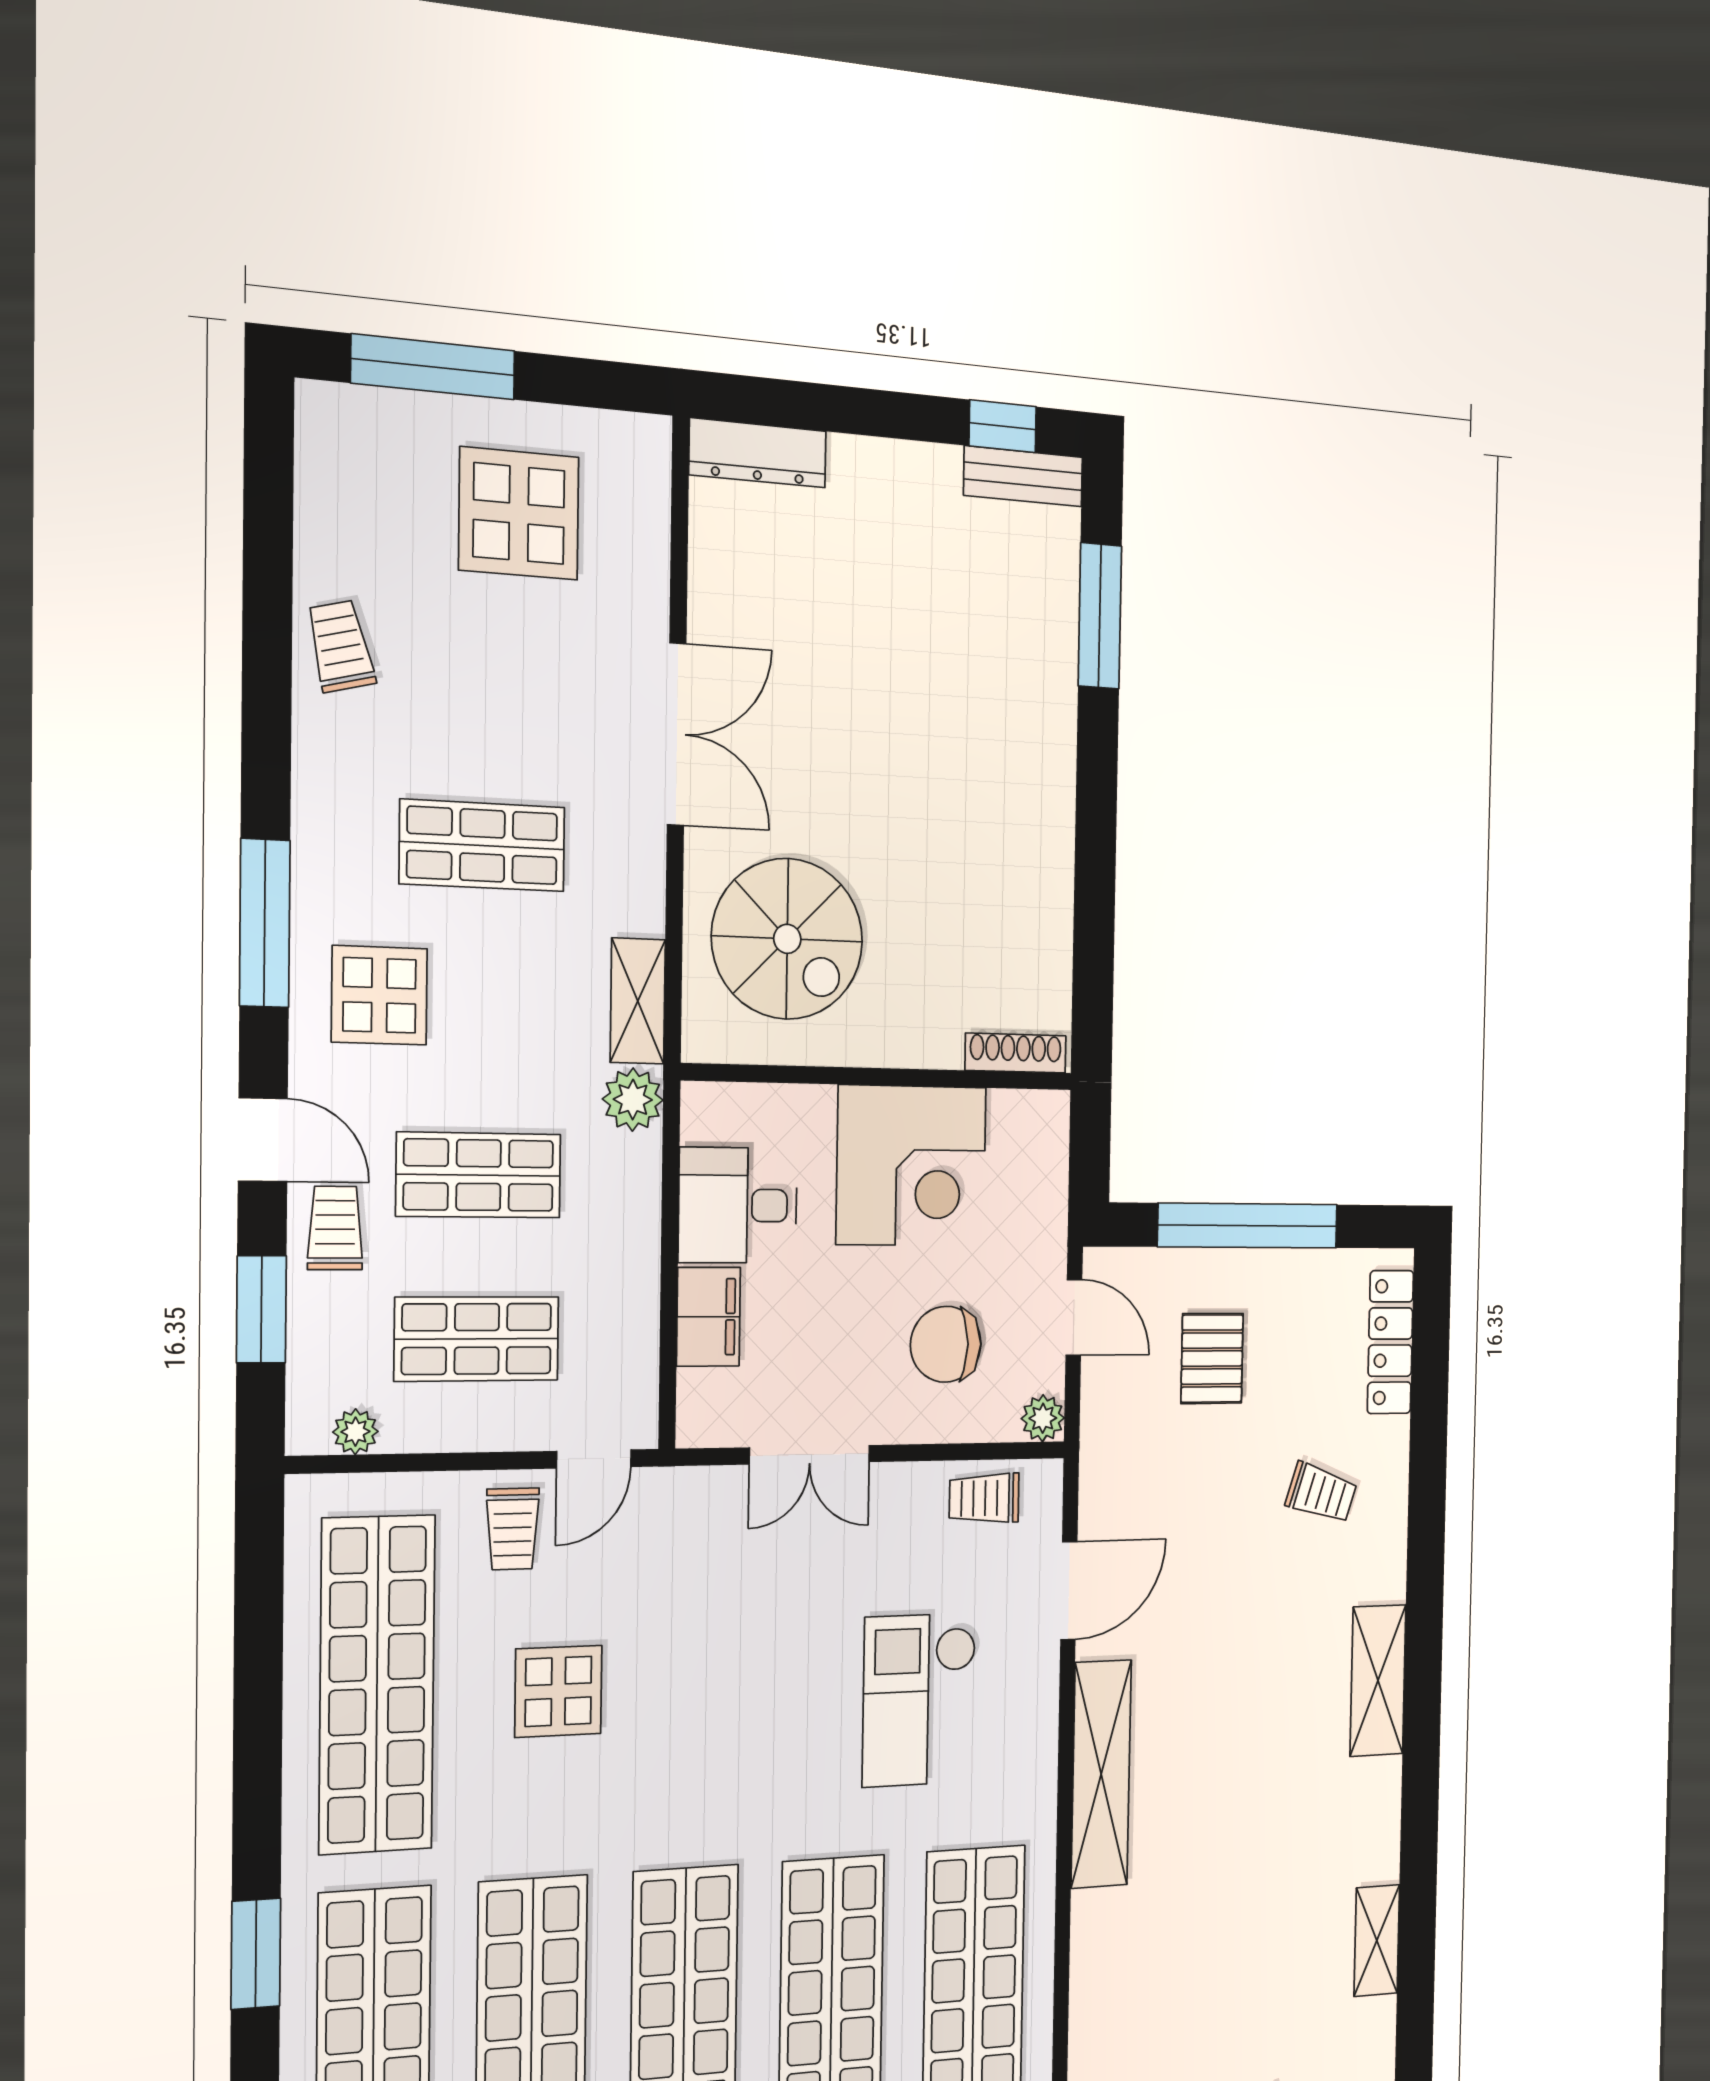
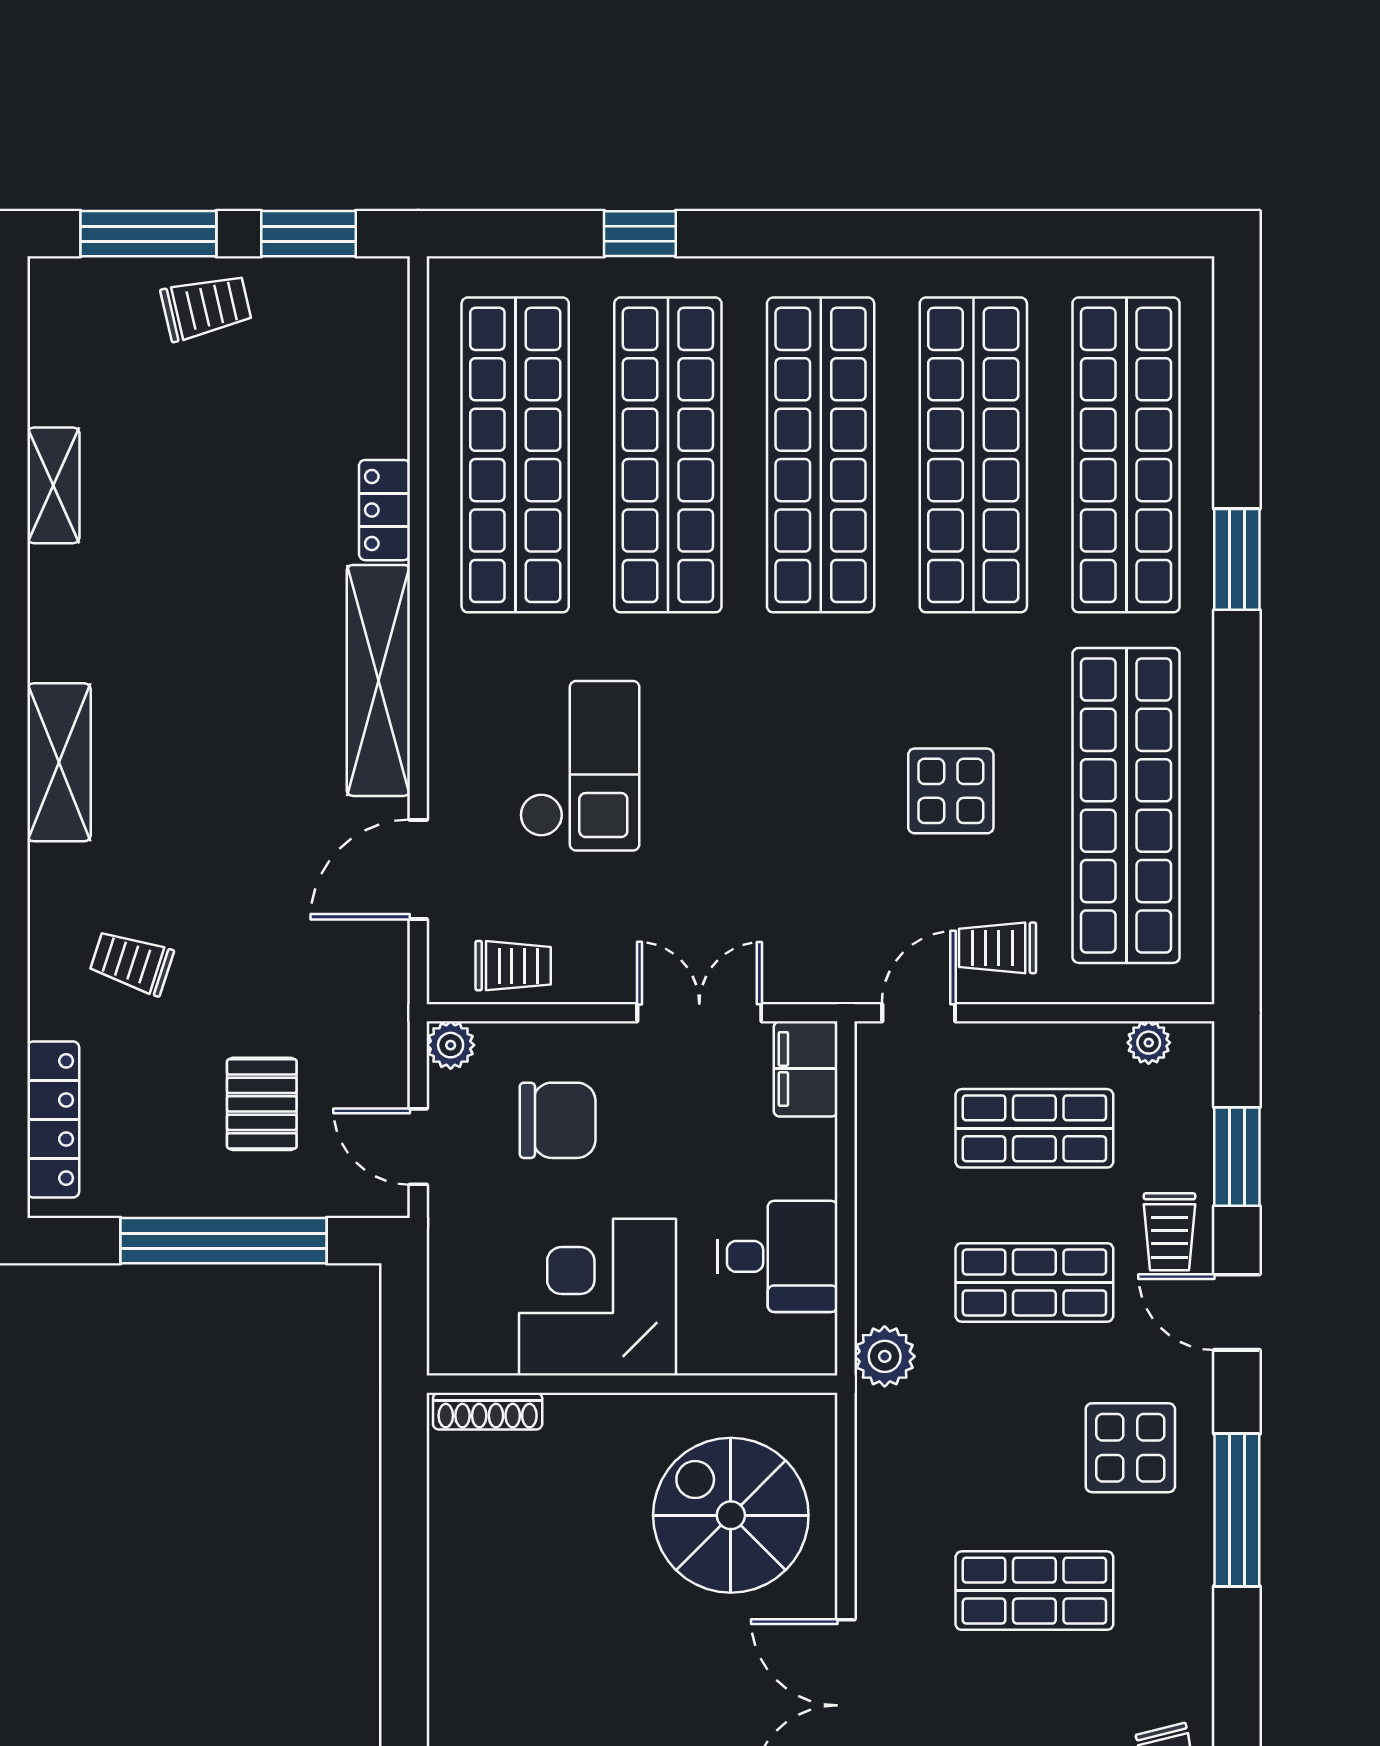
shelving: (638, 1001) -> (881, 1450), removed
filing cabinet: (708, 1317) -> (806, 1069), moved
trolley: (513, 1529) -> (998, 948), turned -90
locker: (1092, 1940) -> (384, 510), added

